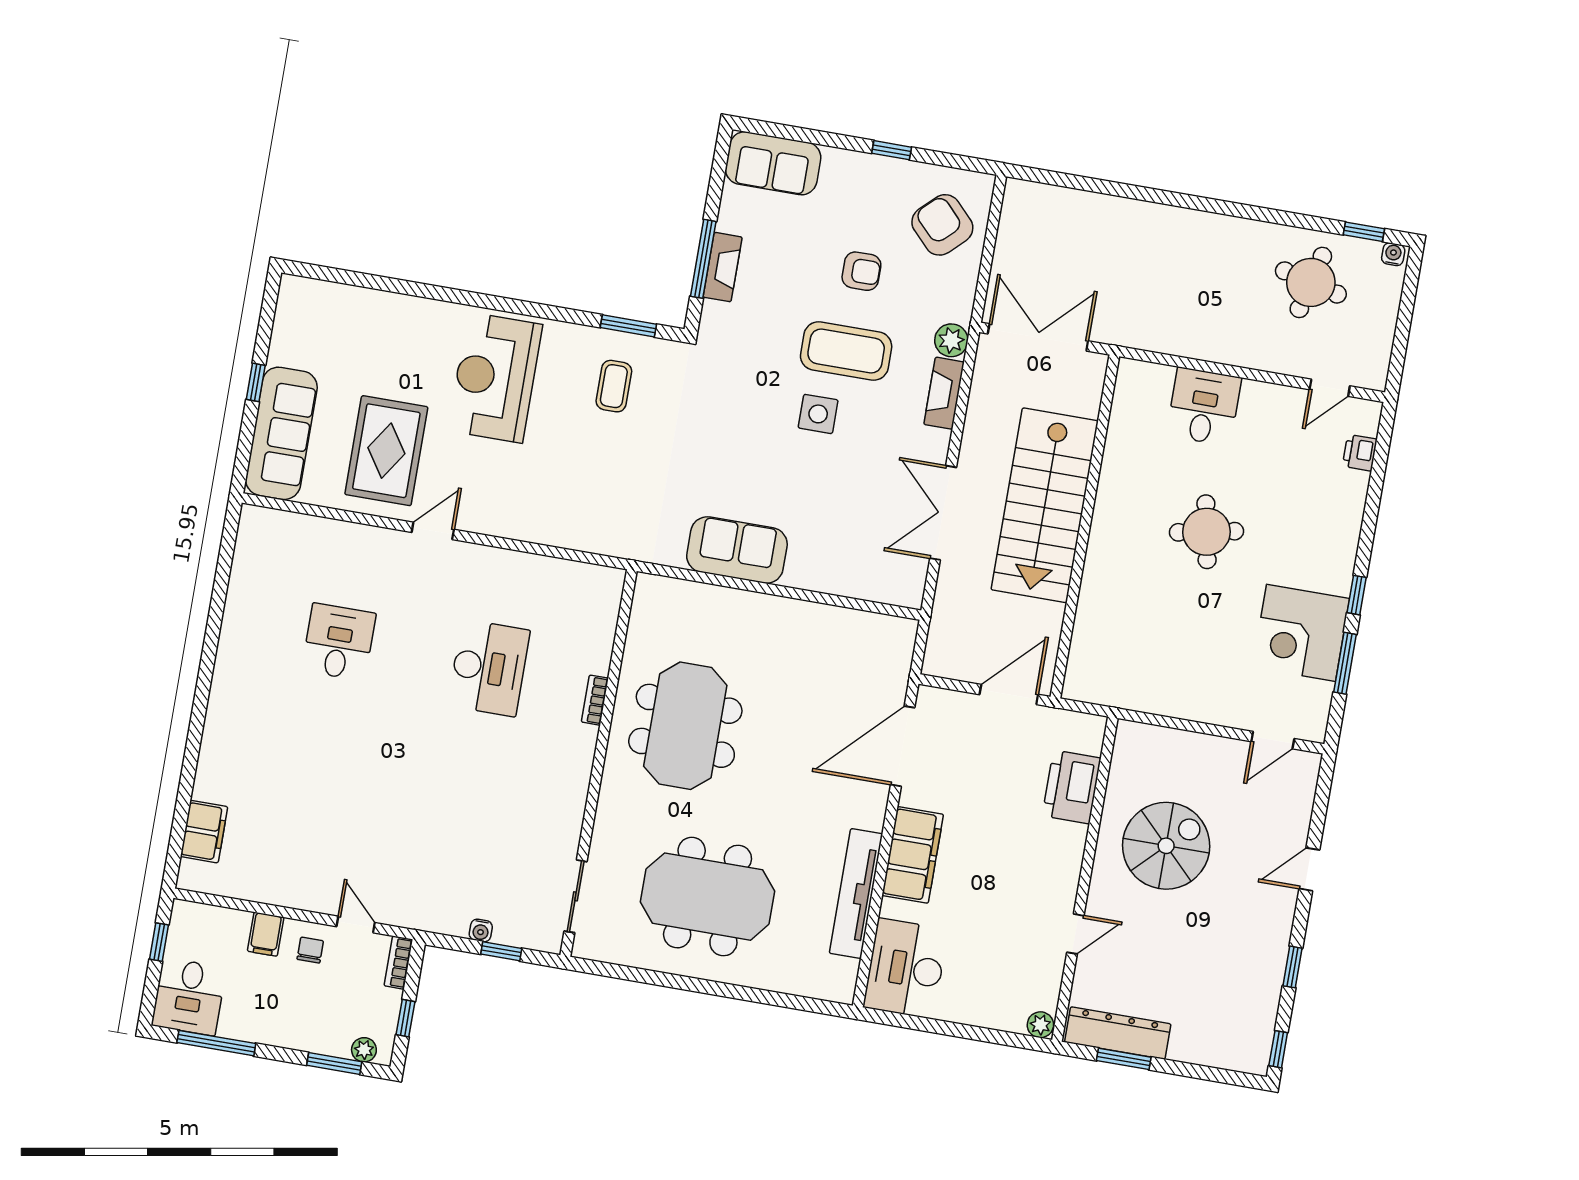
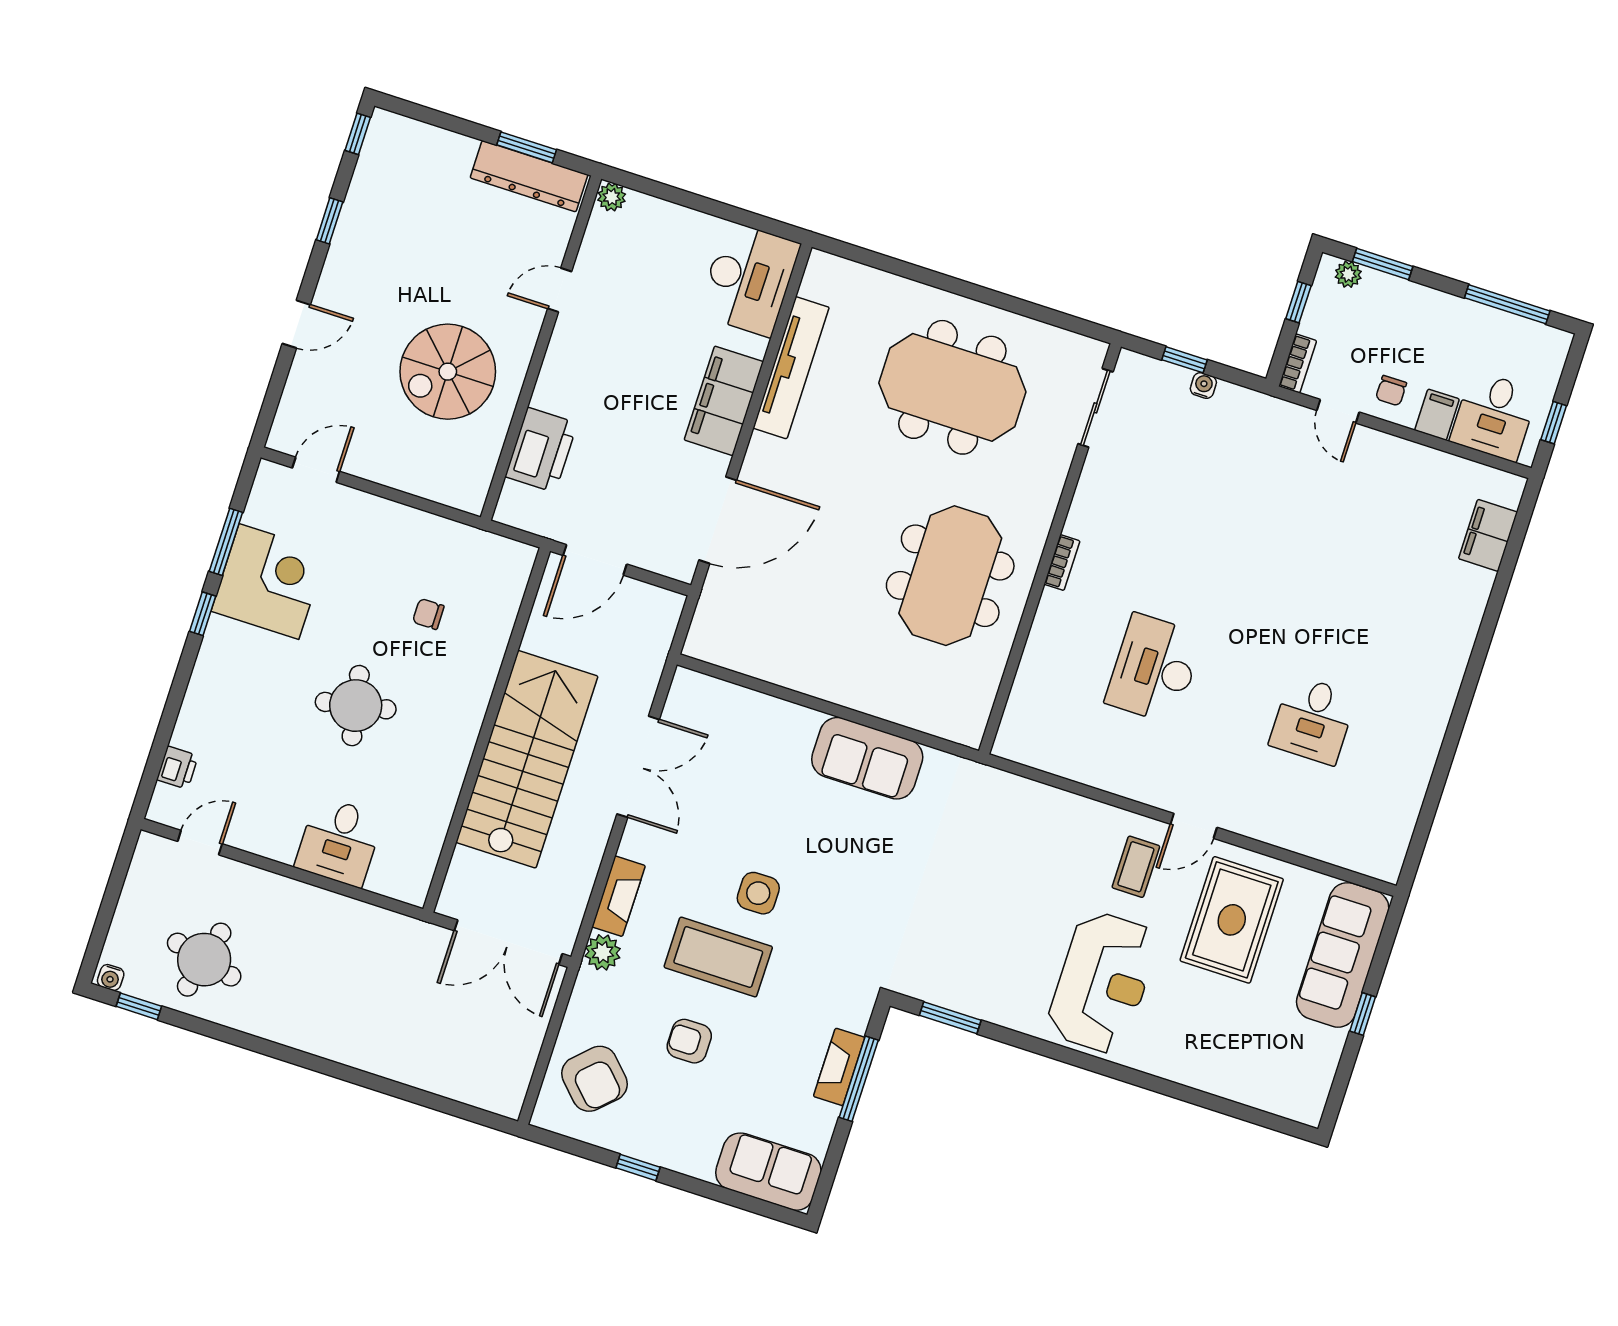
coffee table: (614, 386) -> (1136, 867), moved
chair: (1153, 624) -> (428, 614), added
bookcase: (595, 700) -> (1062, 563), moved
desk: (189, 997) -> (1494, 416), moved, turned 180

